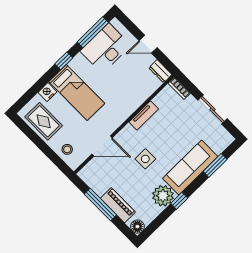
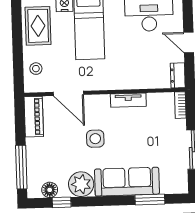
window: (179, 201) -> (62, 202), moved
window: (100, 205) -> (21, 167), moved
piano: (118, 205) -> (34, 117), moved
floor lamp: (137, 227) -> (50, 190), moved

